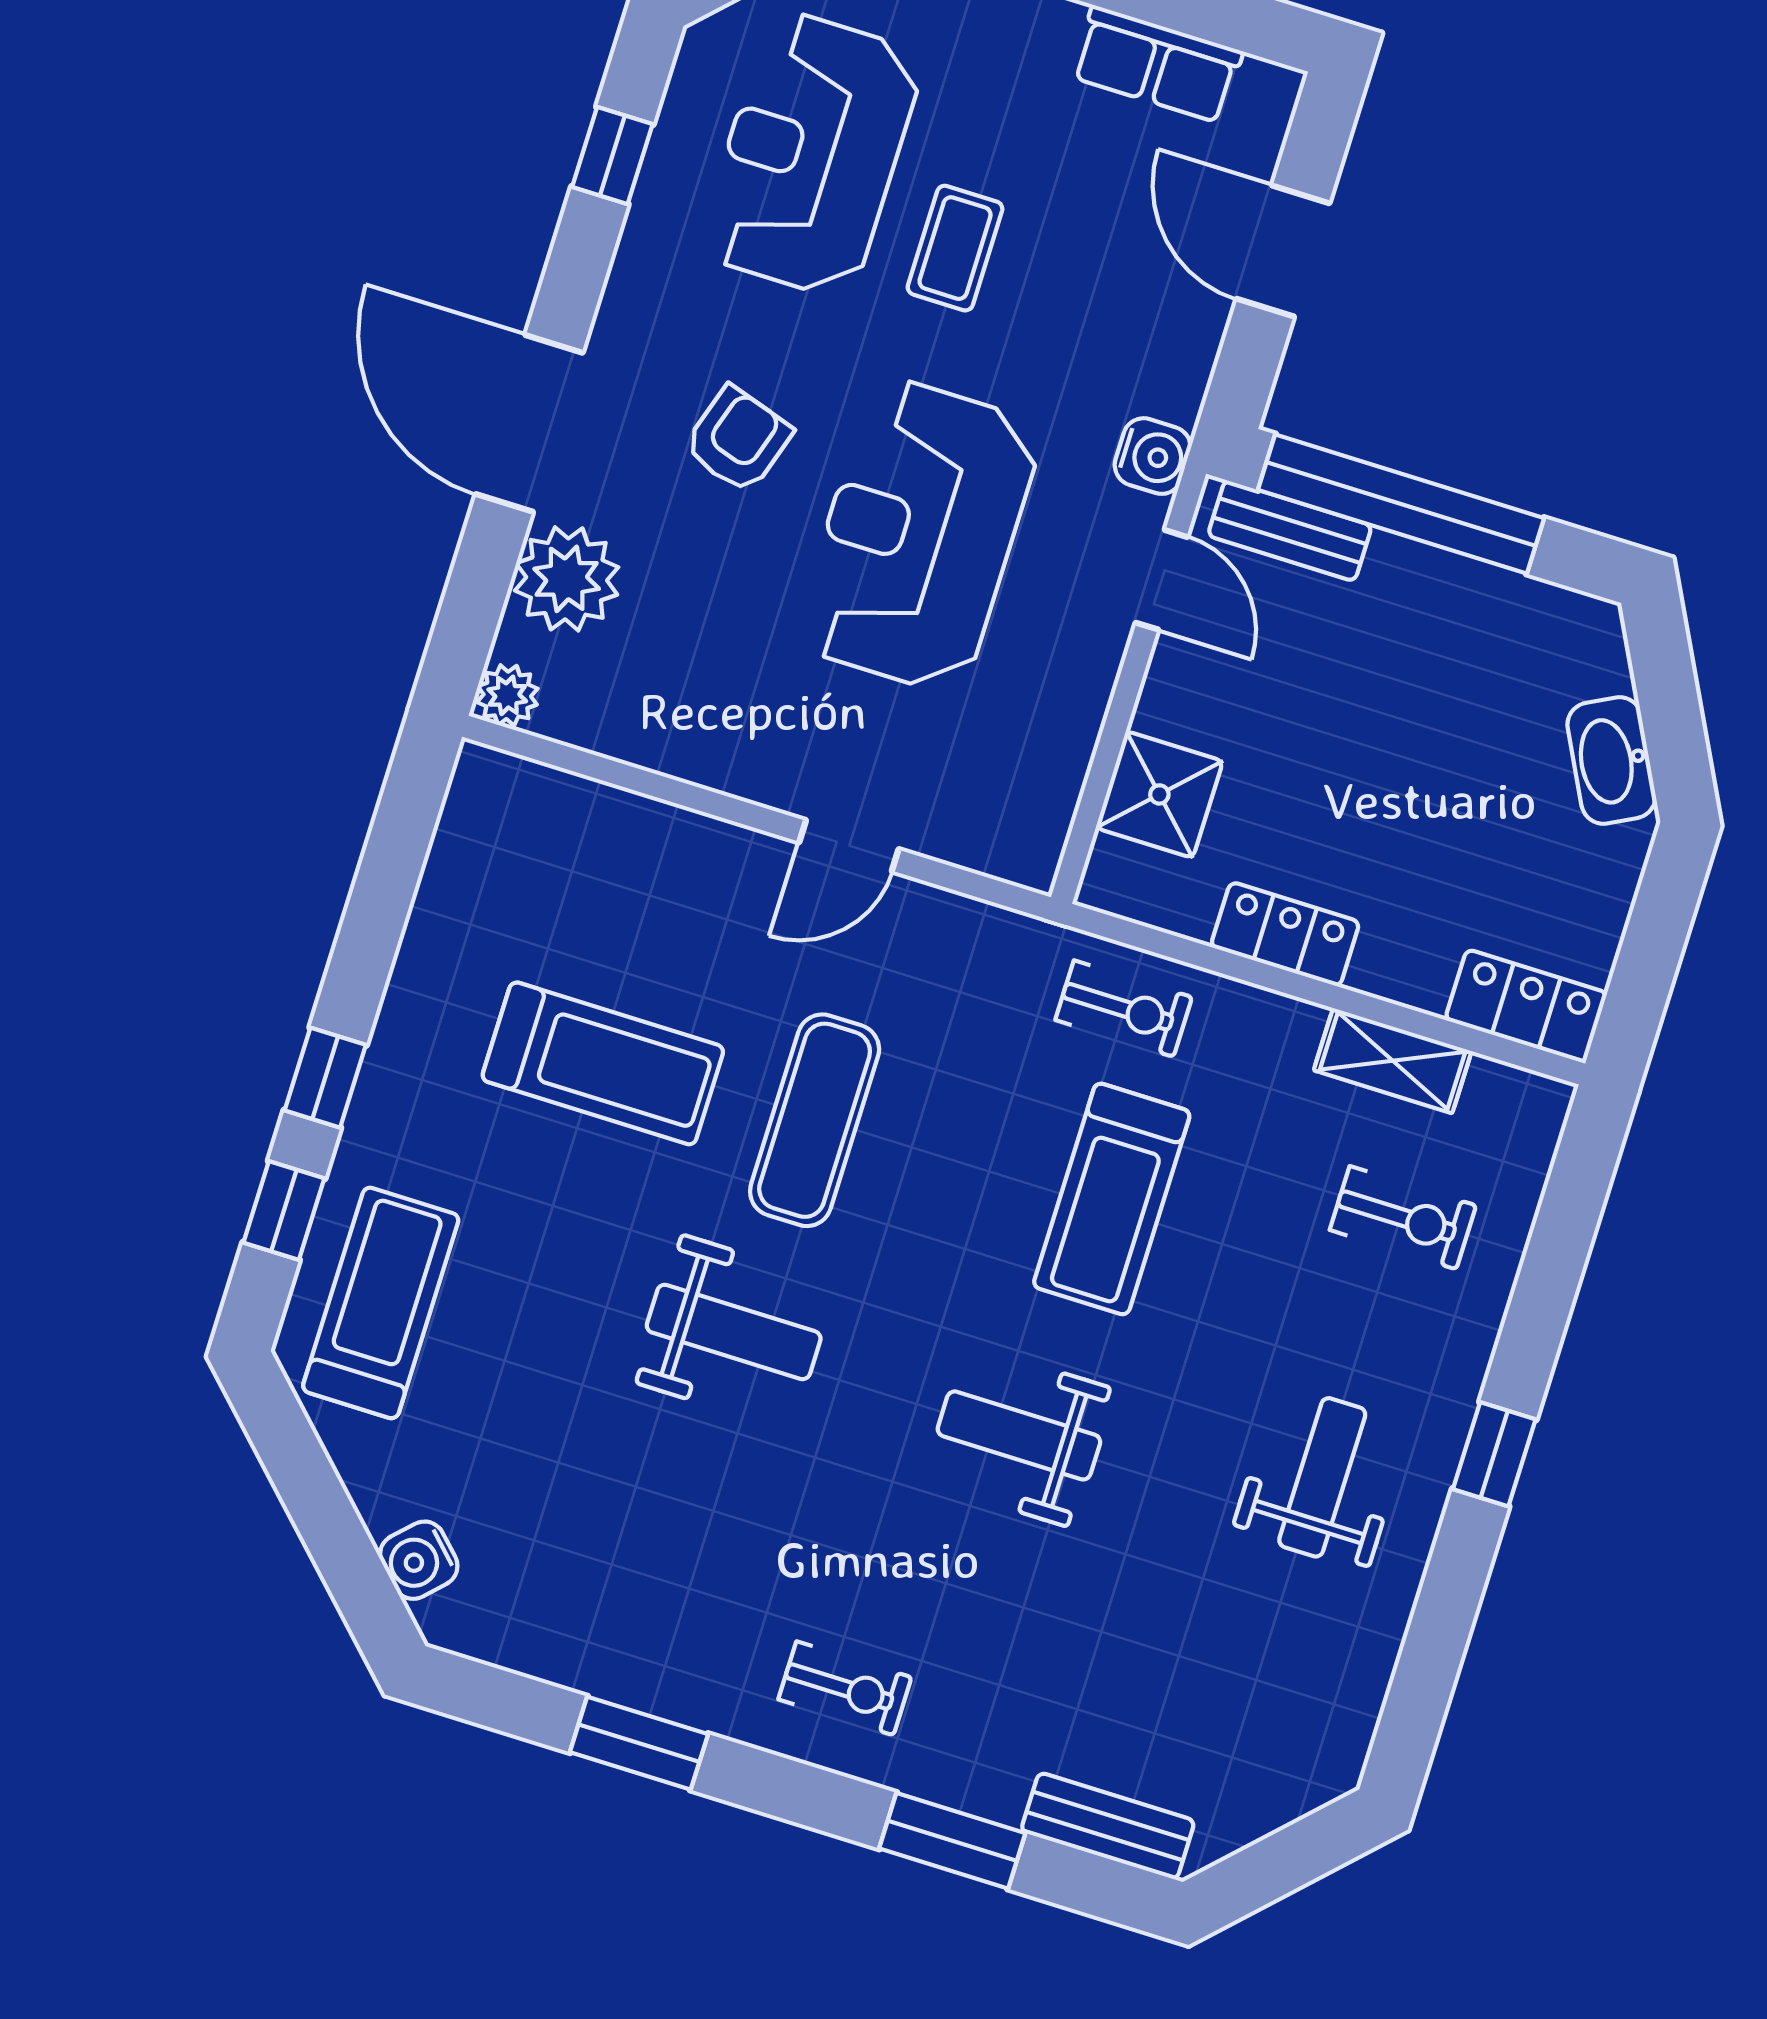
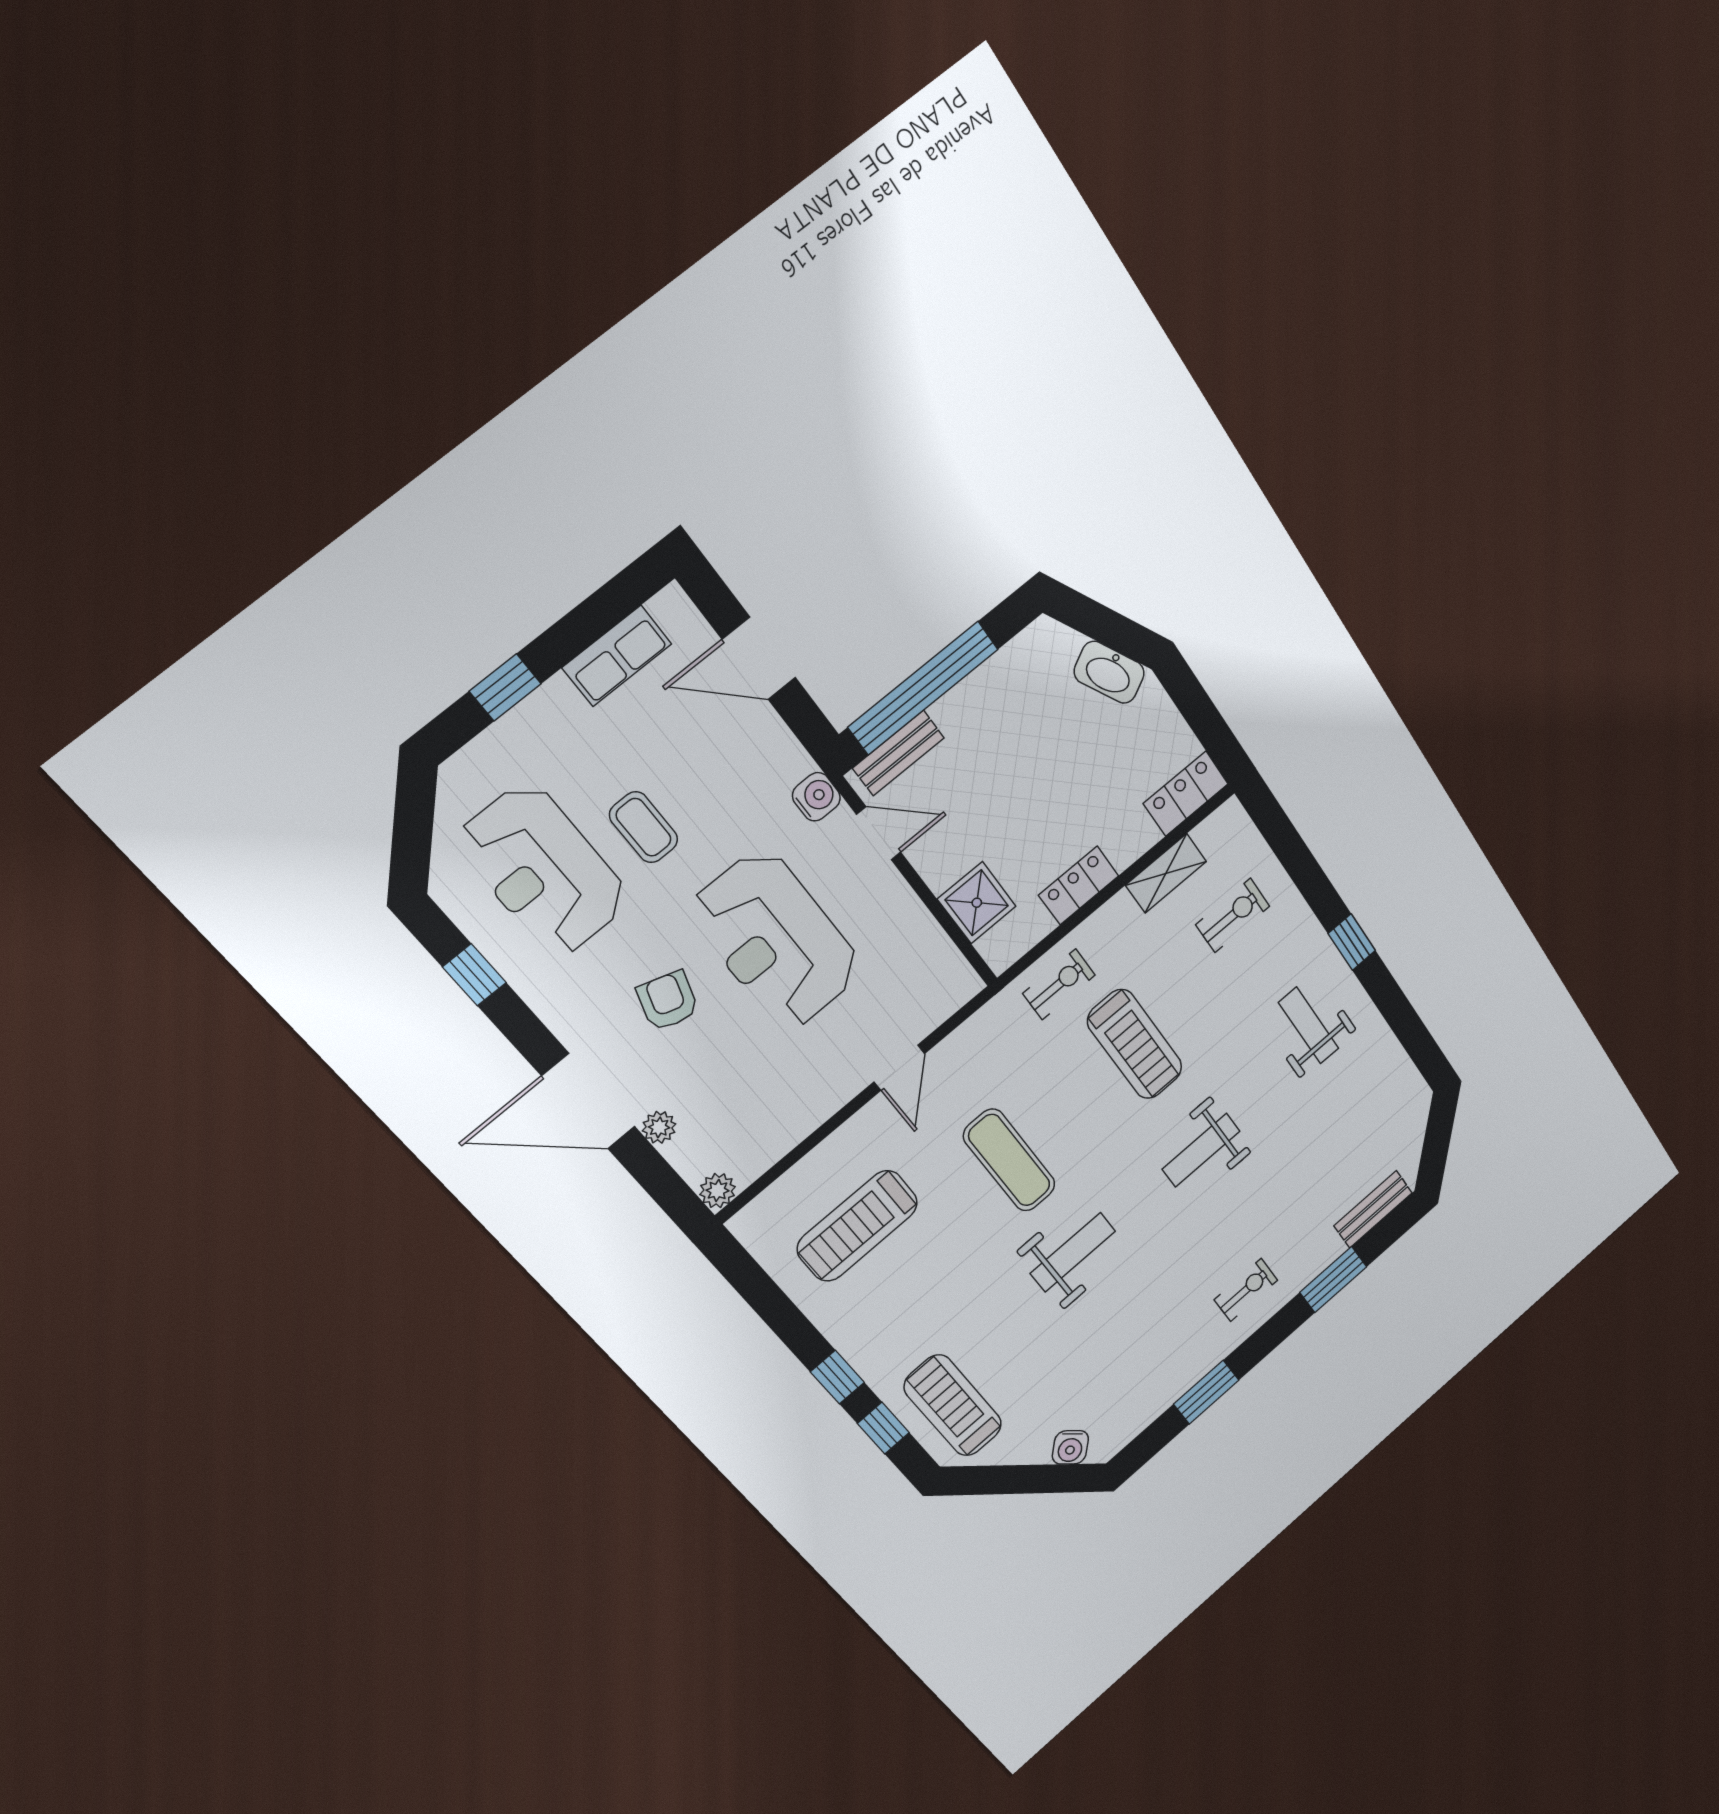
plant: (567, 579) -> (659, 1127), width x0.53, depth x0.53
treadmill: (603, 1063) -> (857, 1226), moved, turned 180

